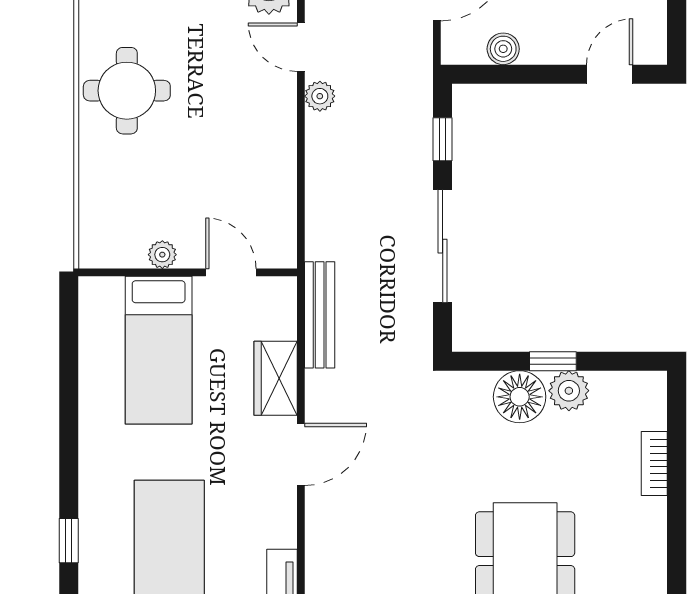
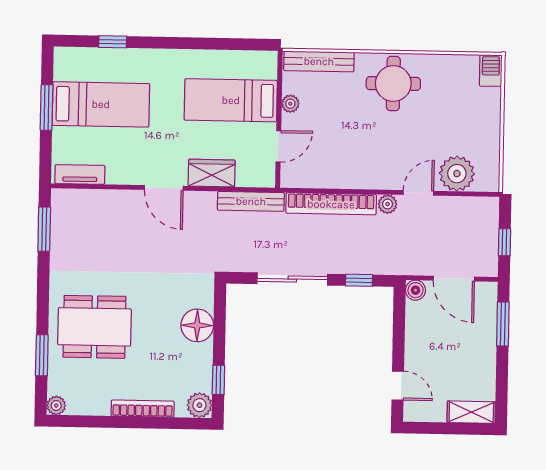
boiler: (503, 49) -> (416, 290), moved
bookcase: (321, 186) -> (331, 204), added
bench: (94, 210) -> (319, 61), added
window: (553, 361) -> (218, 380), moved
plant: (569, 391) -> (199, 405), moved
bookcase: (654, 464) -> (143, 409), width x1.56

